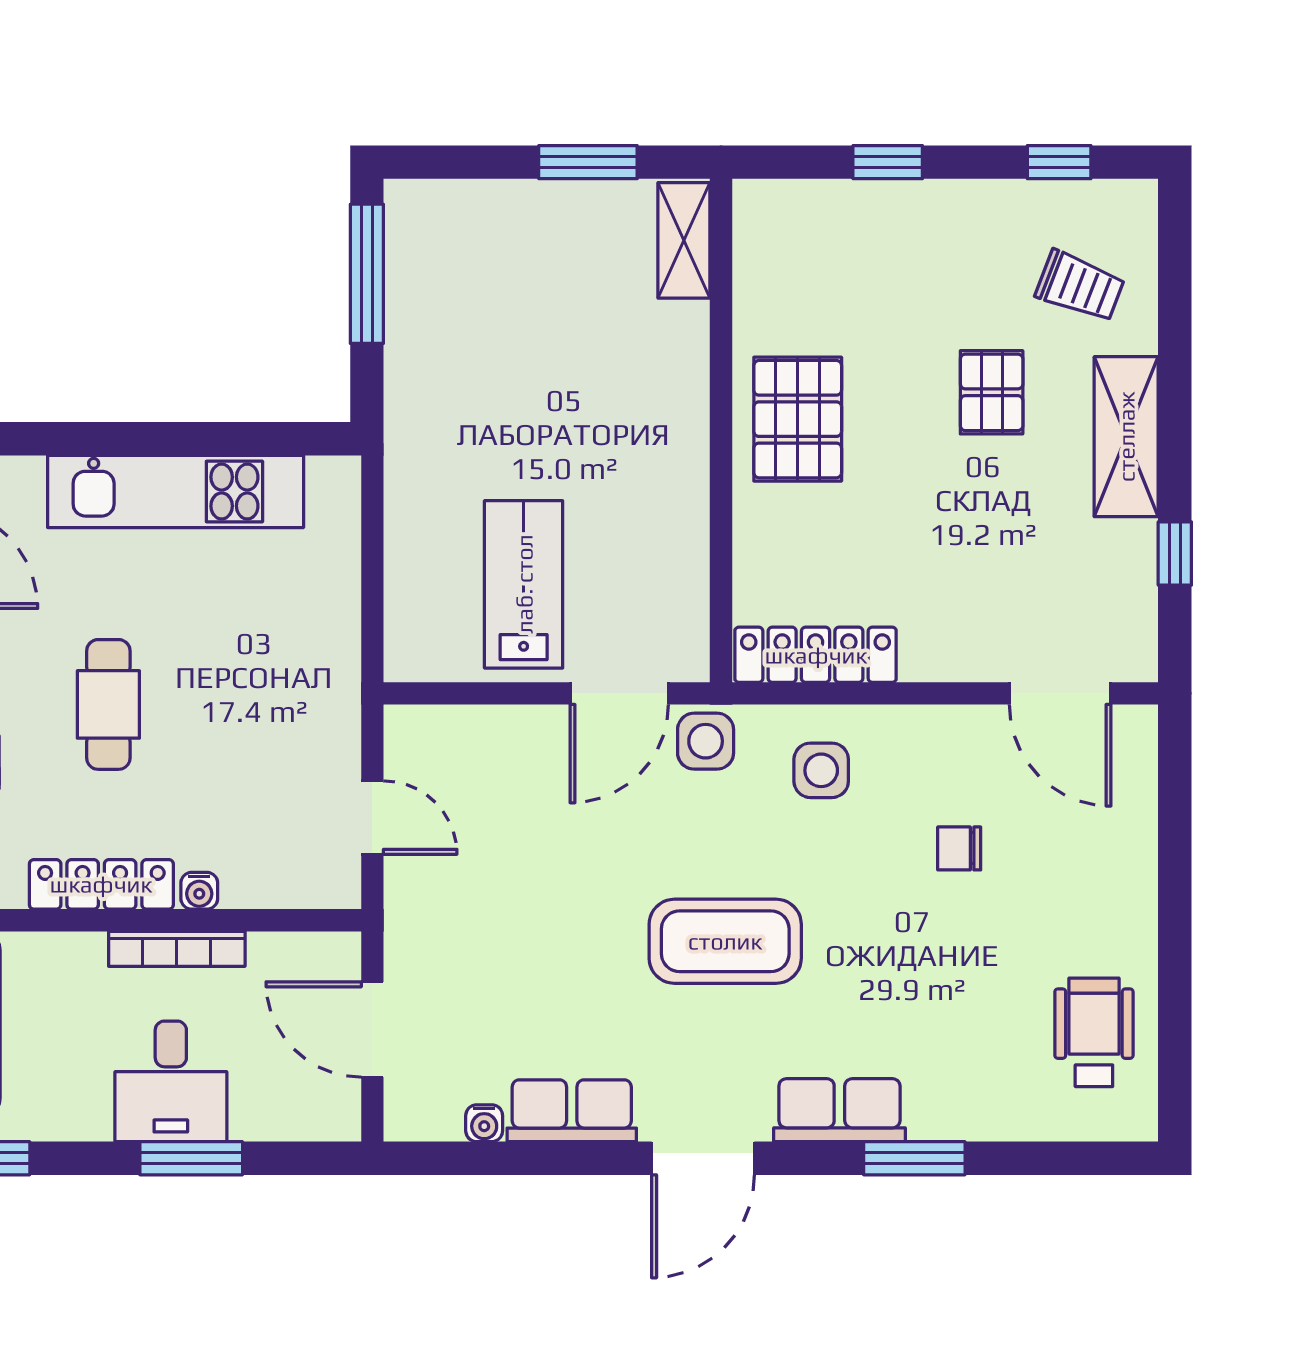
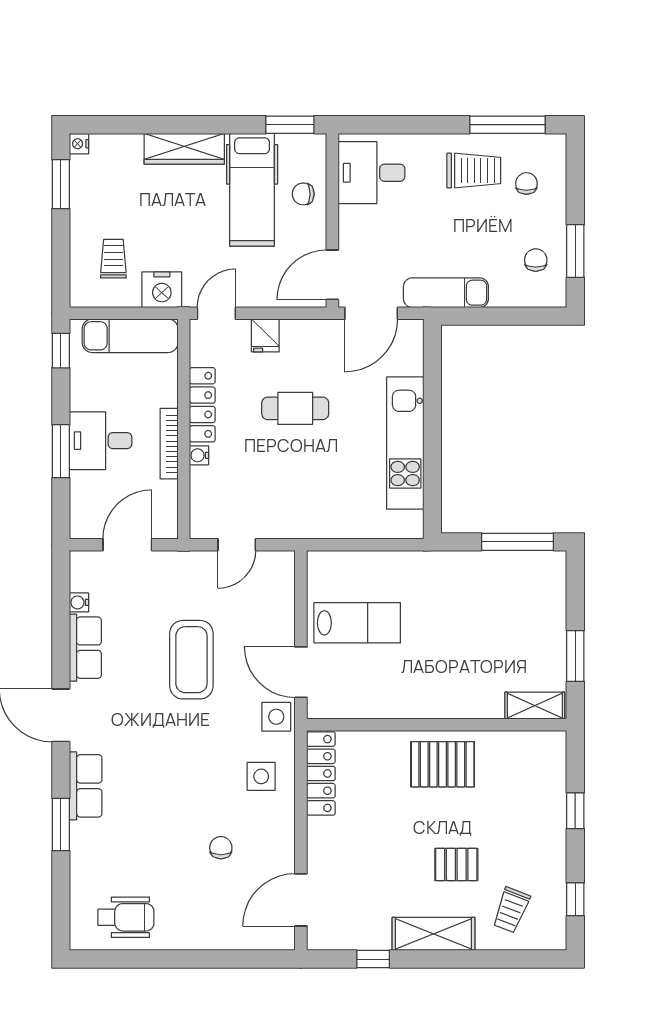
coffee table: (725, 941) -> (191, 660), moved

